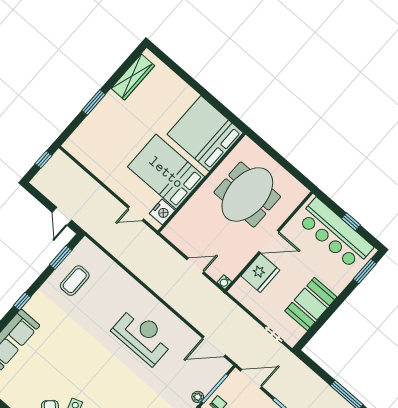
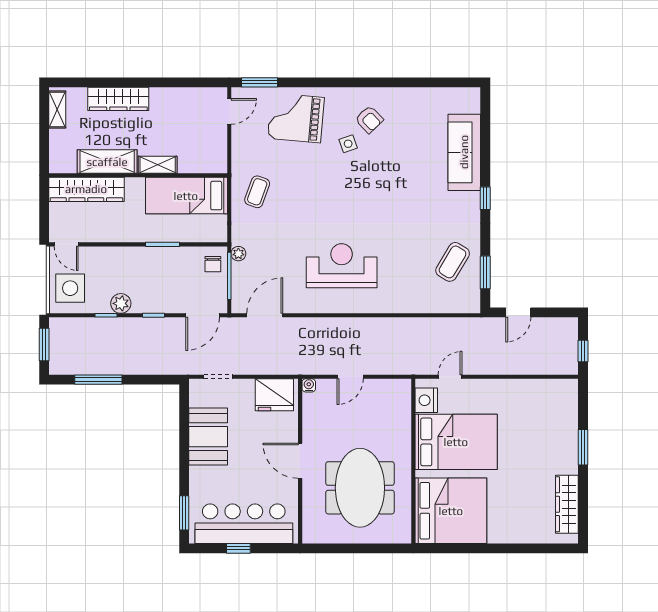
door: (62, 216) -> (518, 312), swing flipped
door: (269, 242) -> (300, 461), hinge flipped
fridge: (260, 273) -> (274, 395), moved, turned -90
coffee table: (75, 281) -> (453, 262), turned 31
reception desk: (143, 336) -> (342, 266), turned 180

